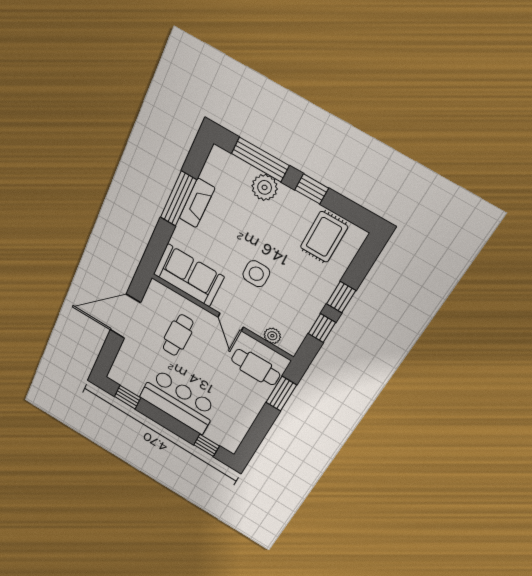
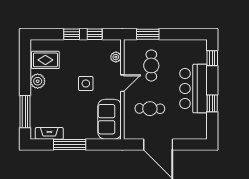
plant: (265, 187) -> (38, 81), moved
window: (312, 189) -> (25, 79), removed
fireplace: (197, 203) -> (49, 133), moved
cafe table: (256, 367) -> (151, 65), moved
window: (128, 397) -> (212, 103), moved

